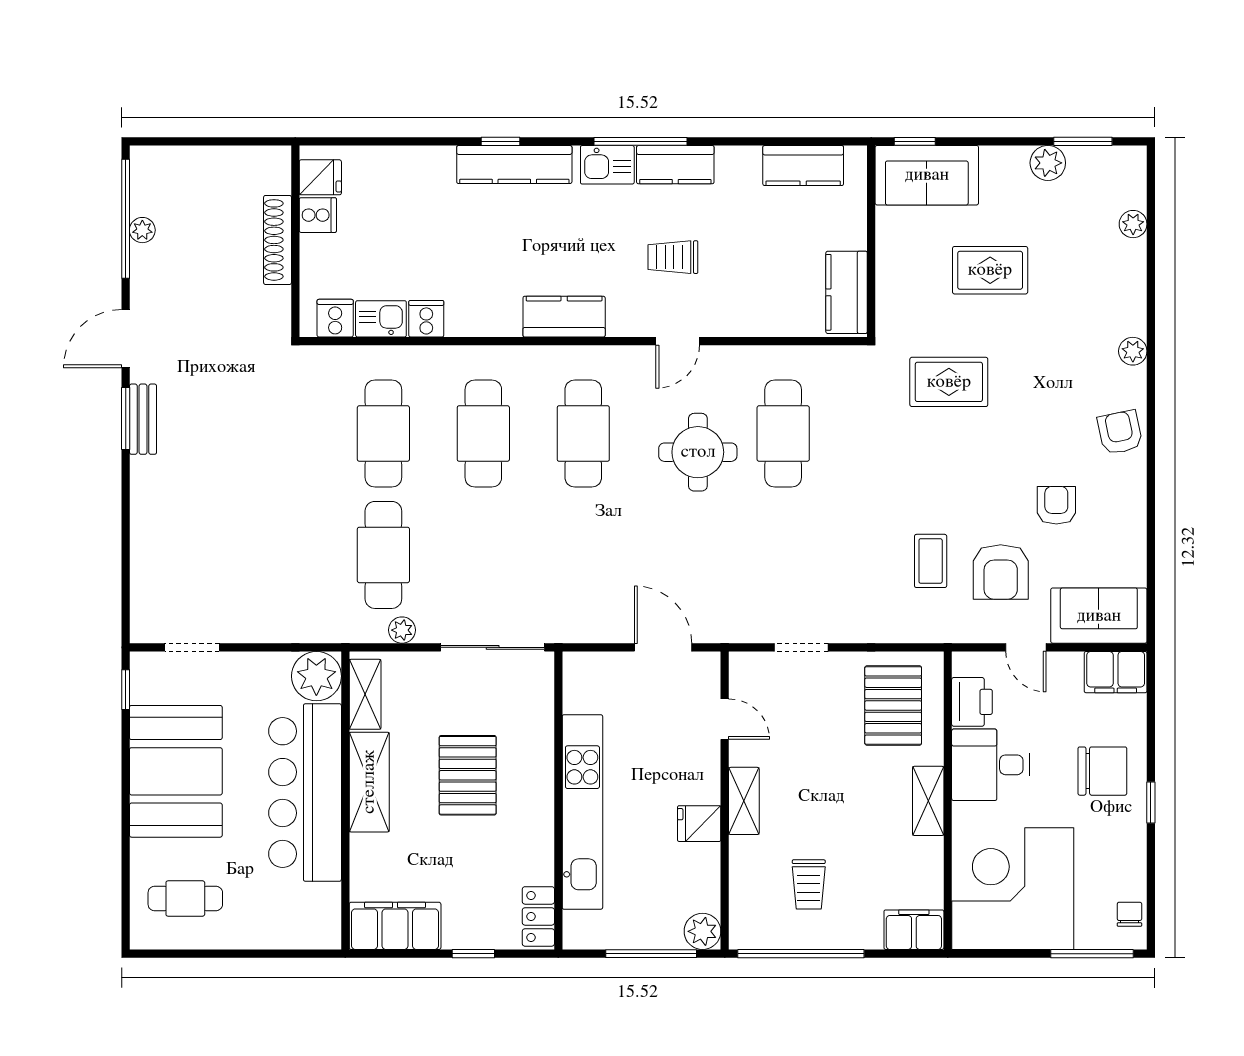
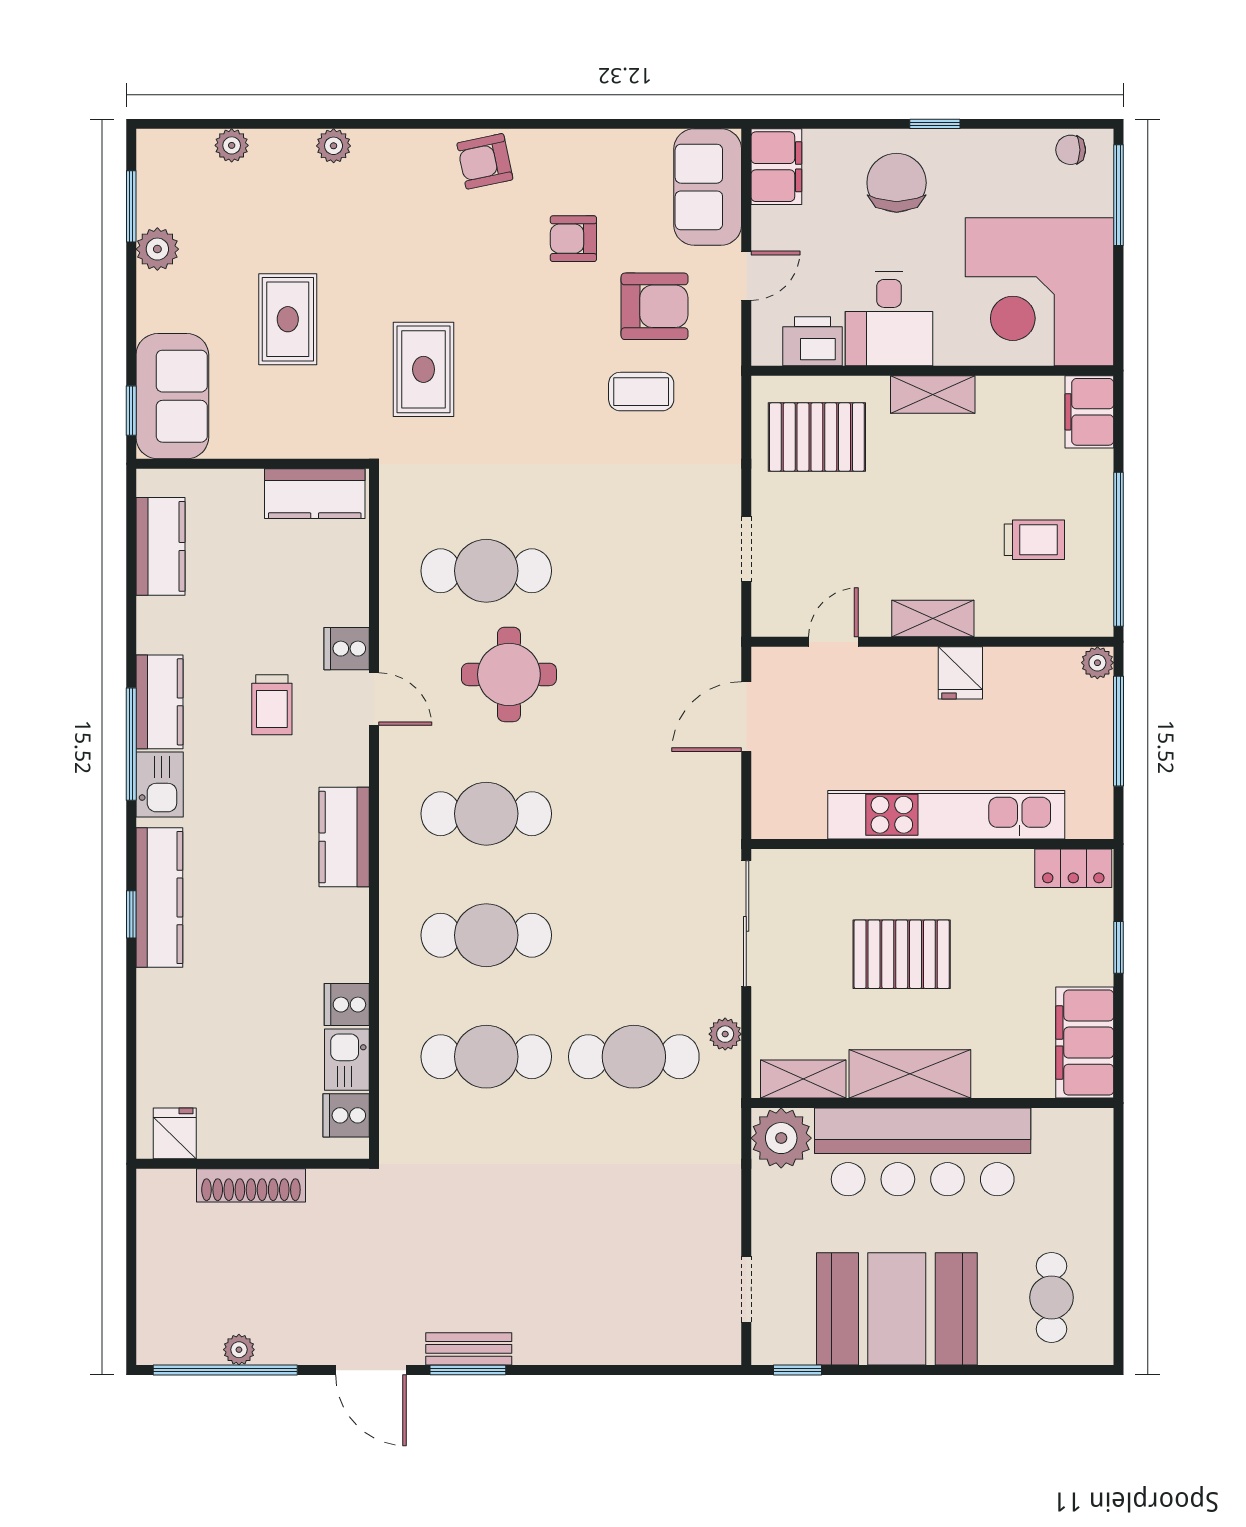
cooker: (318, 215) -> (347, 649), moved, turned -90
plant: (1133, 351) -> (334, 146), moved
plant: (702, 931) -> (1097, 663), width x0.73, depth x0.73

